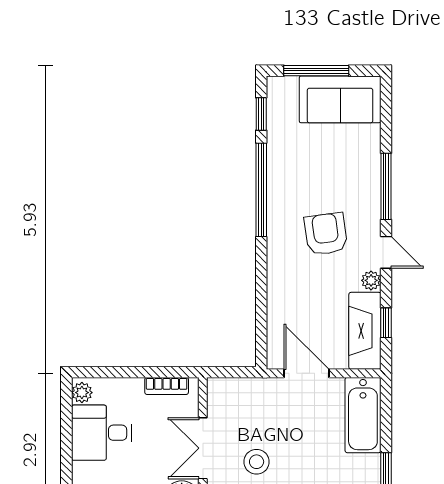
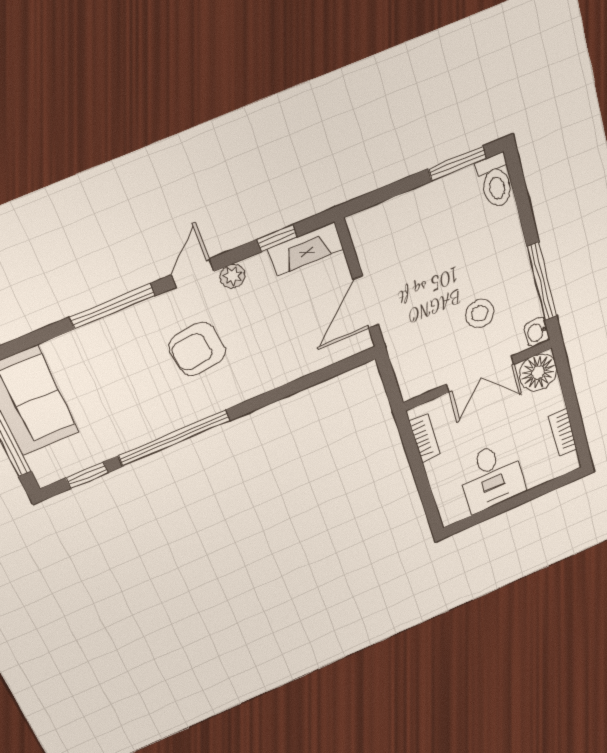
fireplace: (365, 331) -> (306, 249), width x0.73, depth x0.76
plant: (82, 393) -> (456, 512), removed
bathtub: (363, 415) -> (394, 220), removed

